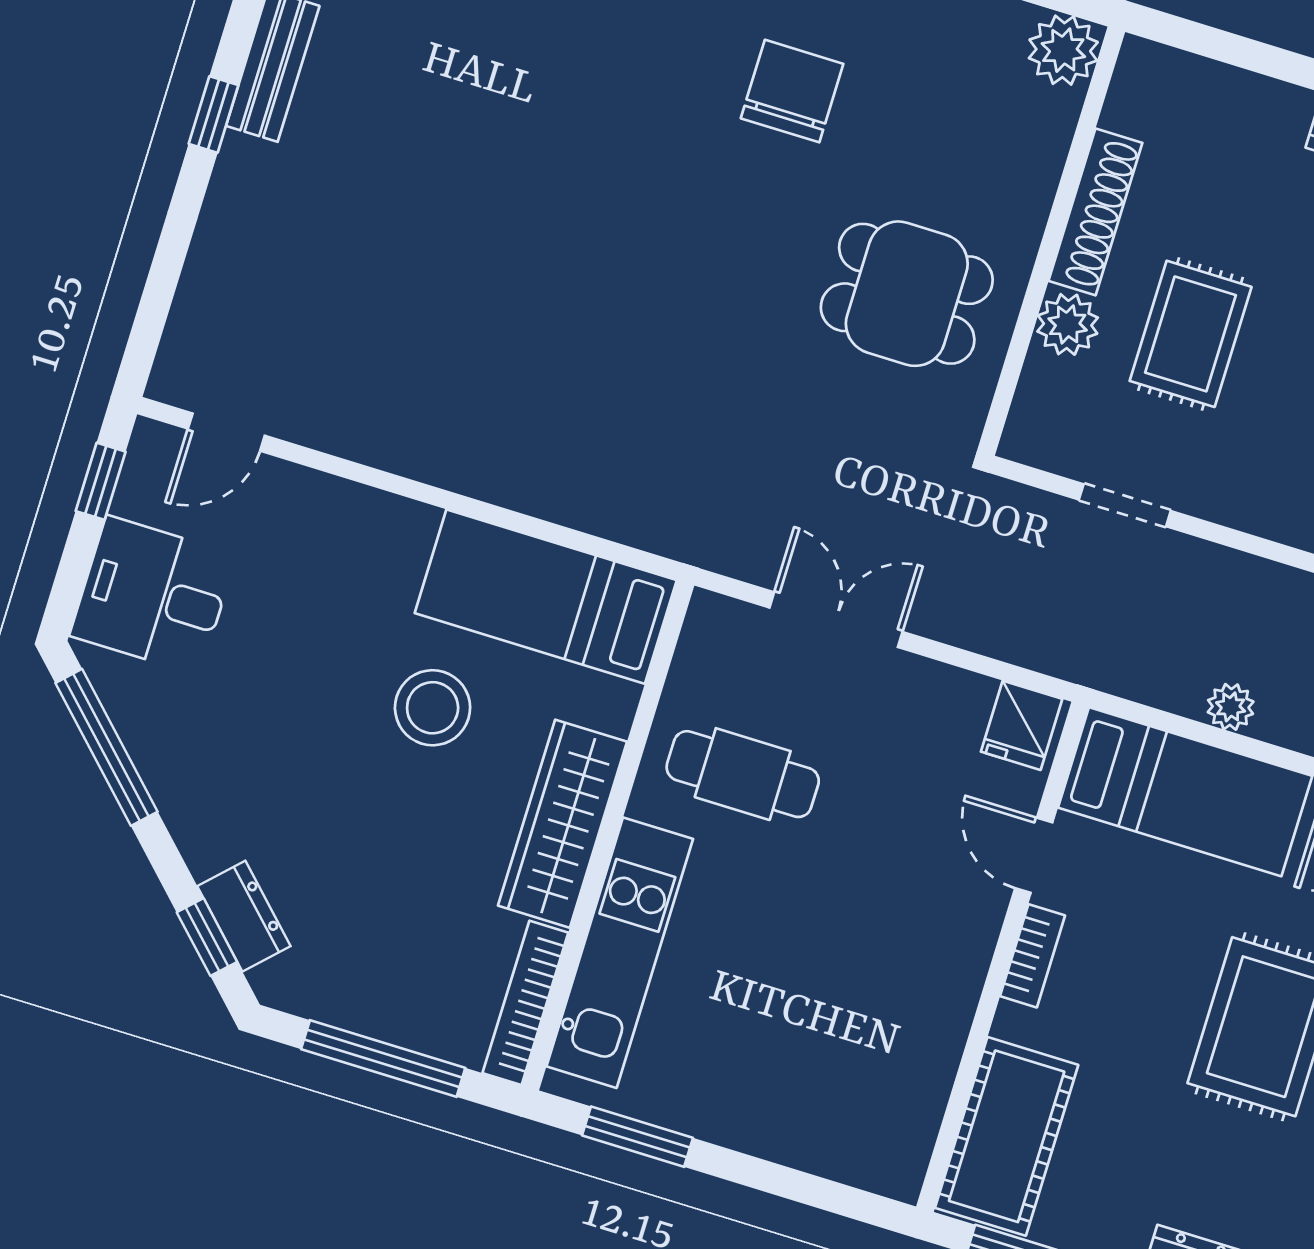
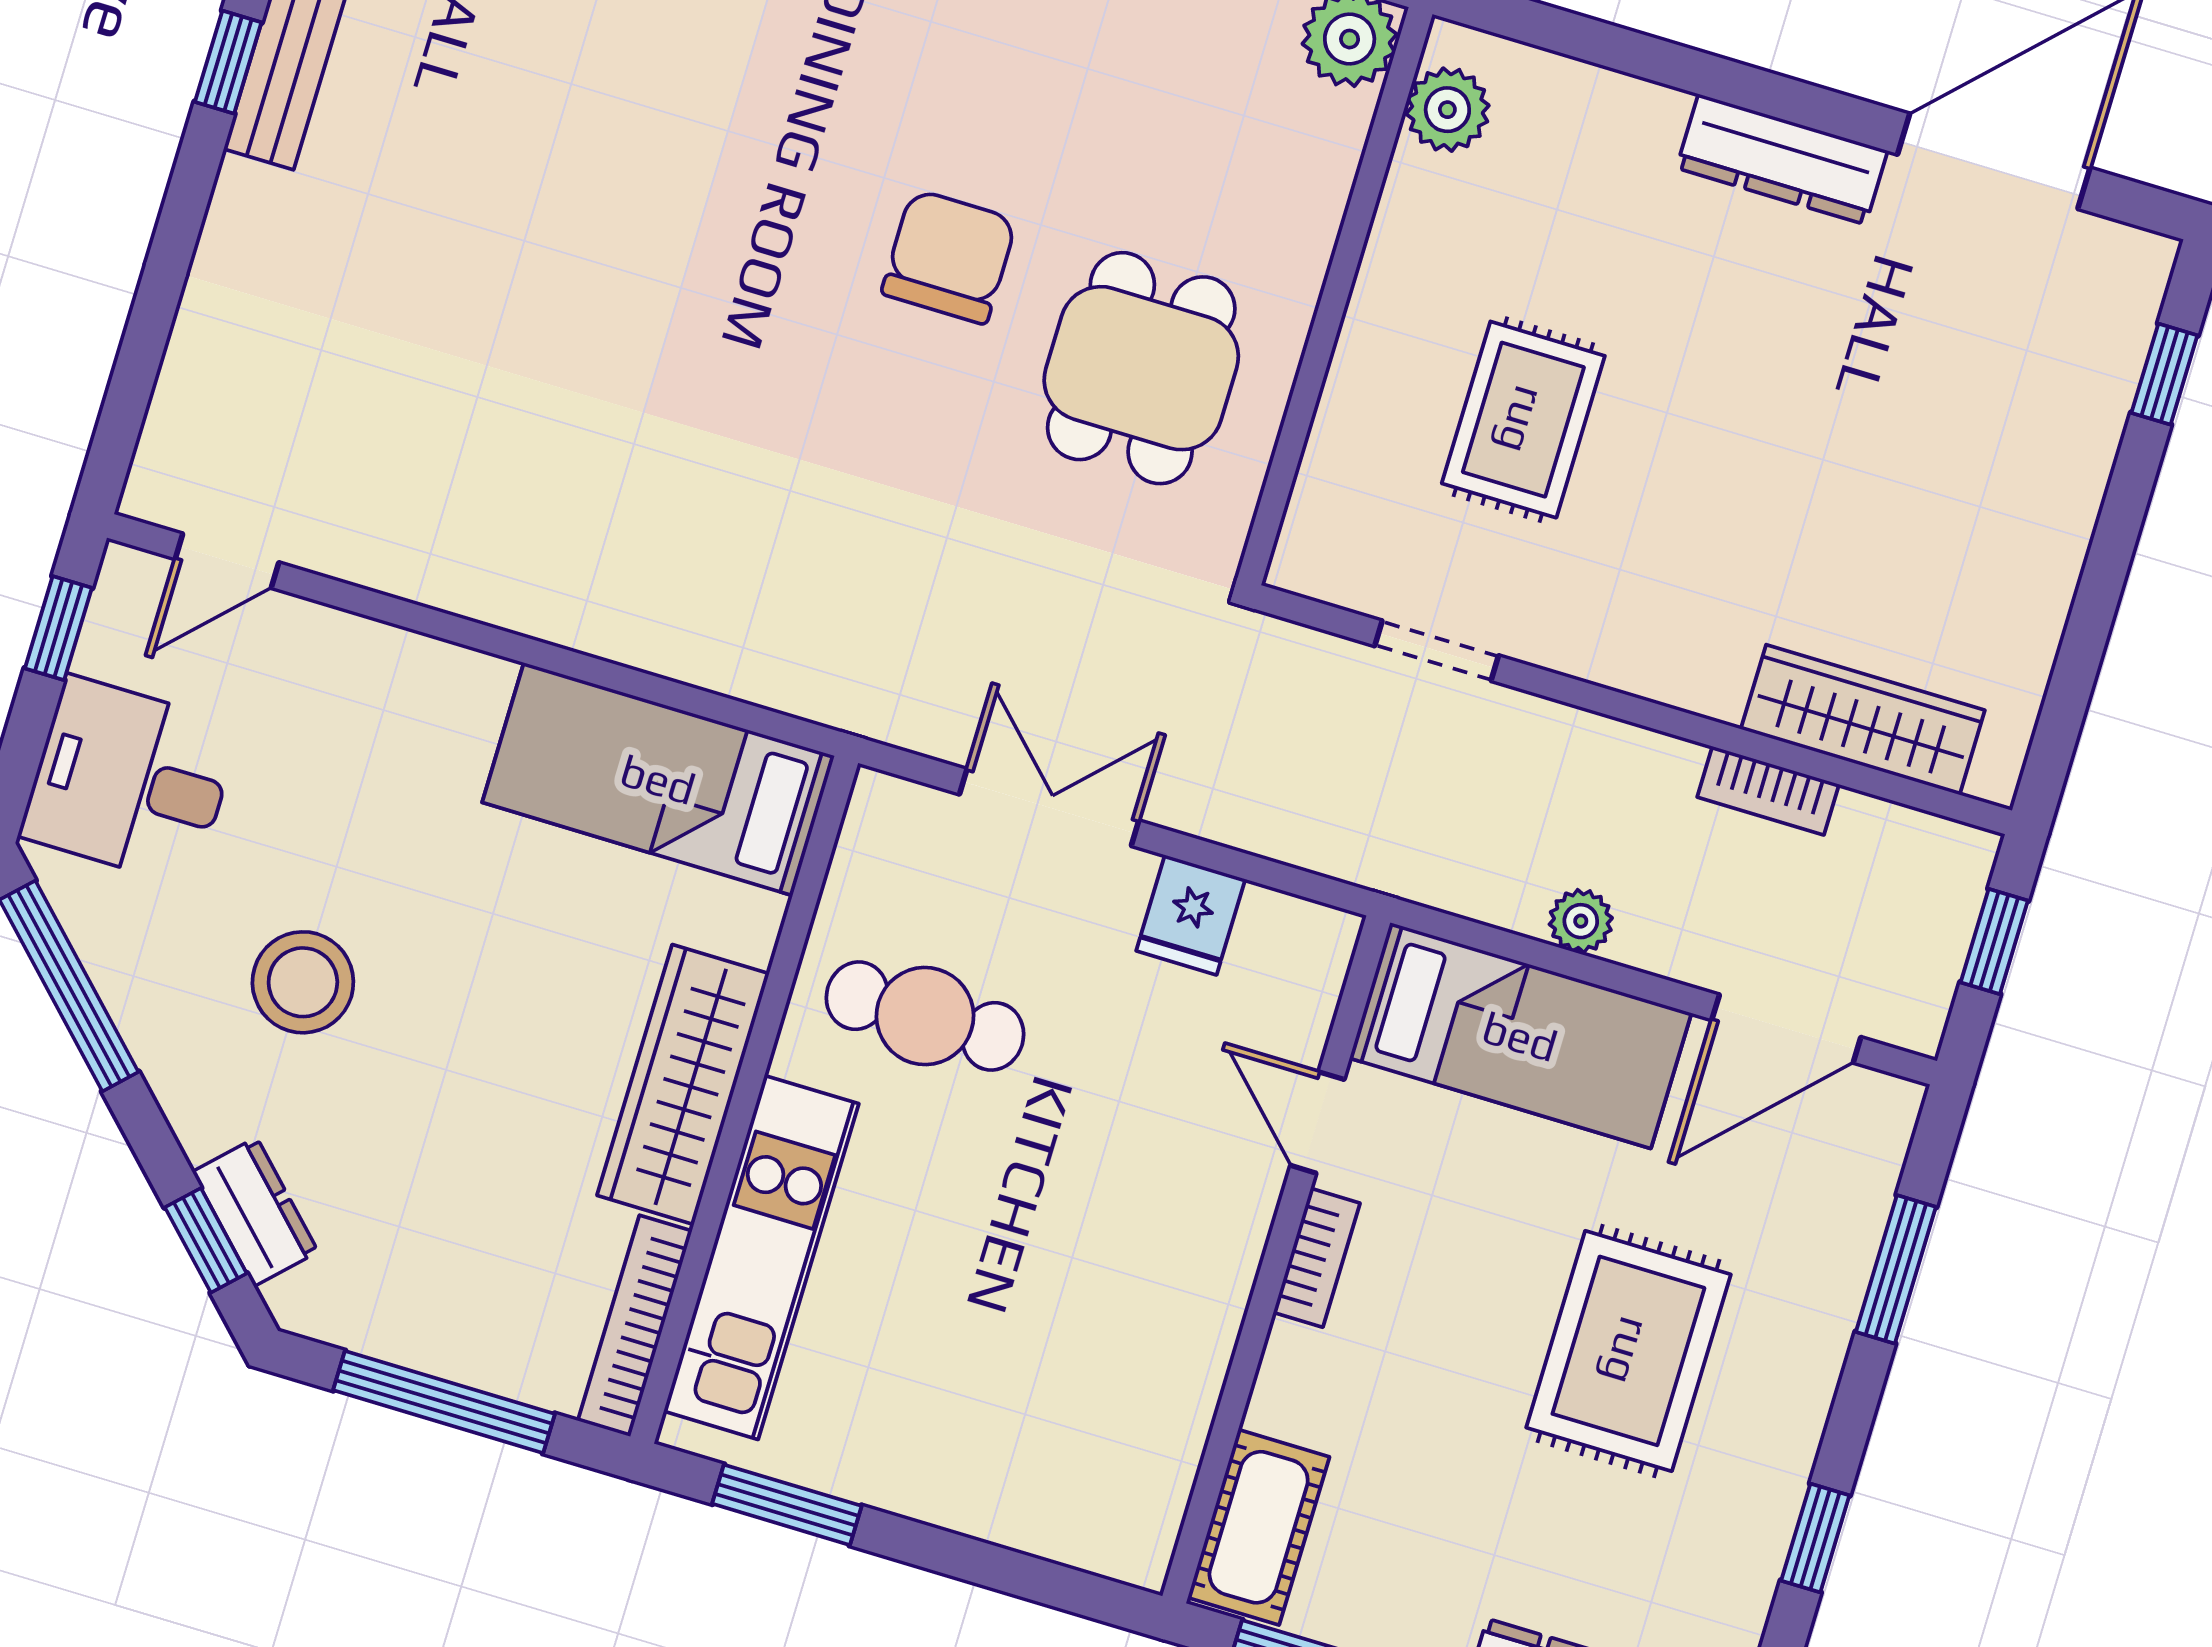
chair: (792, 91) -> (949, 257), moved
window: (213, 114) -> (228, 62), moved
shoe rack: (1095, 212) -> (1394, 256), removed
dining table: (907, 294) -> (1141, 368), turned 90
plant: (1068, 324) -> (1447, 110), moved
stool: (433, 708) -> (303, 982), moved
fridge: (1022, 725) -> (1191, 915), moved
cot: (1007, 1136) -> (1259, 1527), width x0.73, depth x0.75

